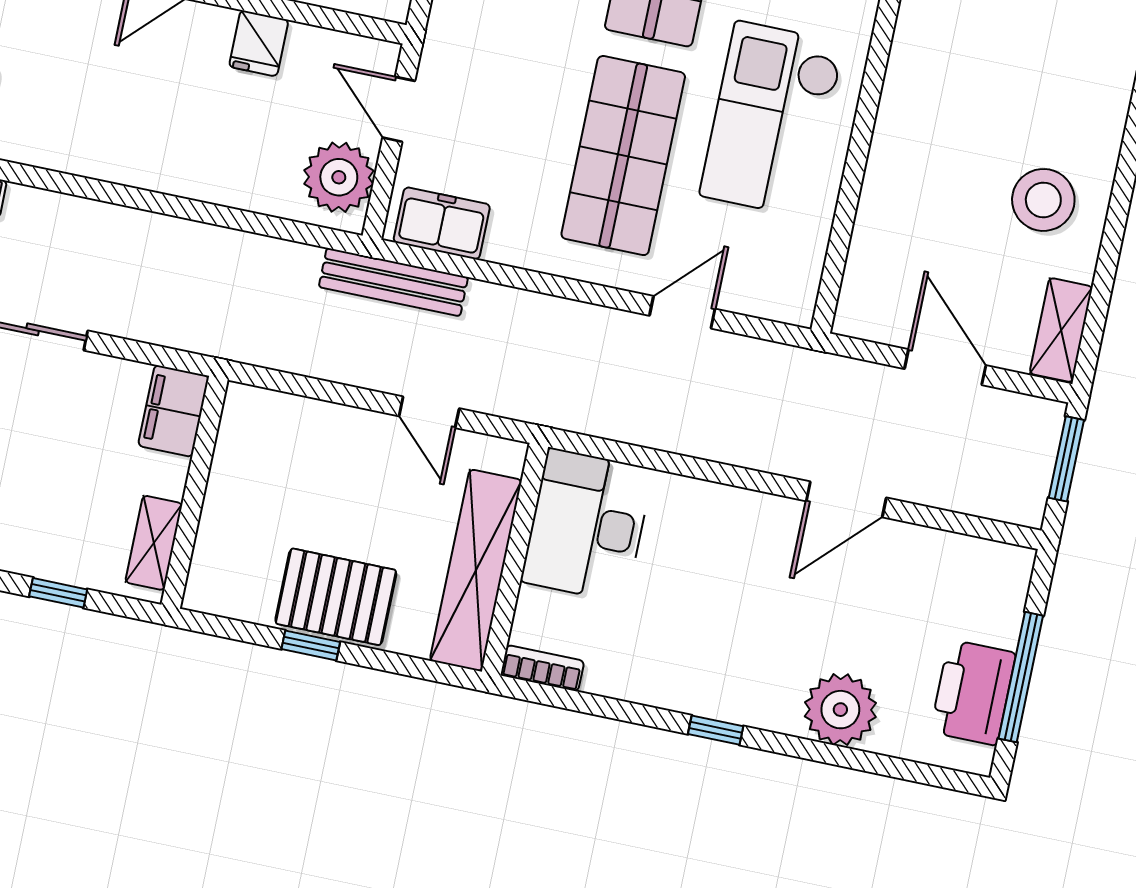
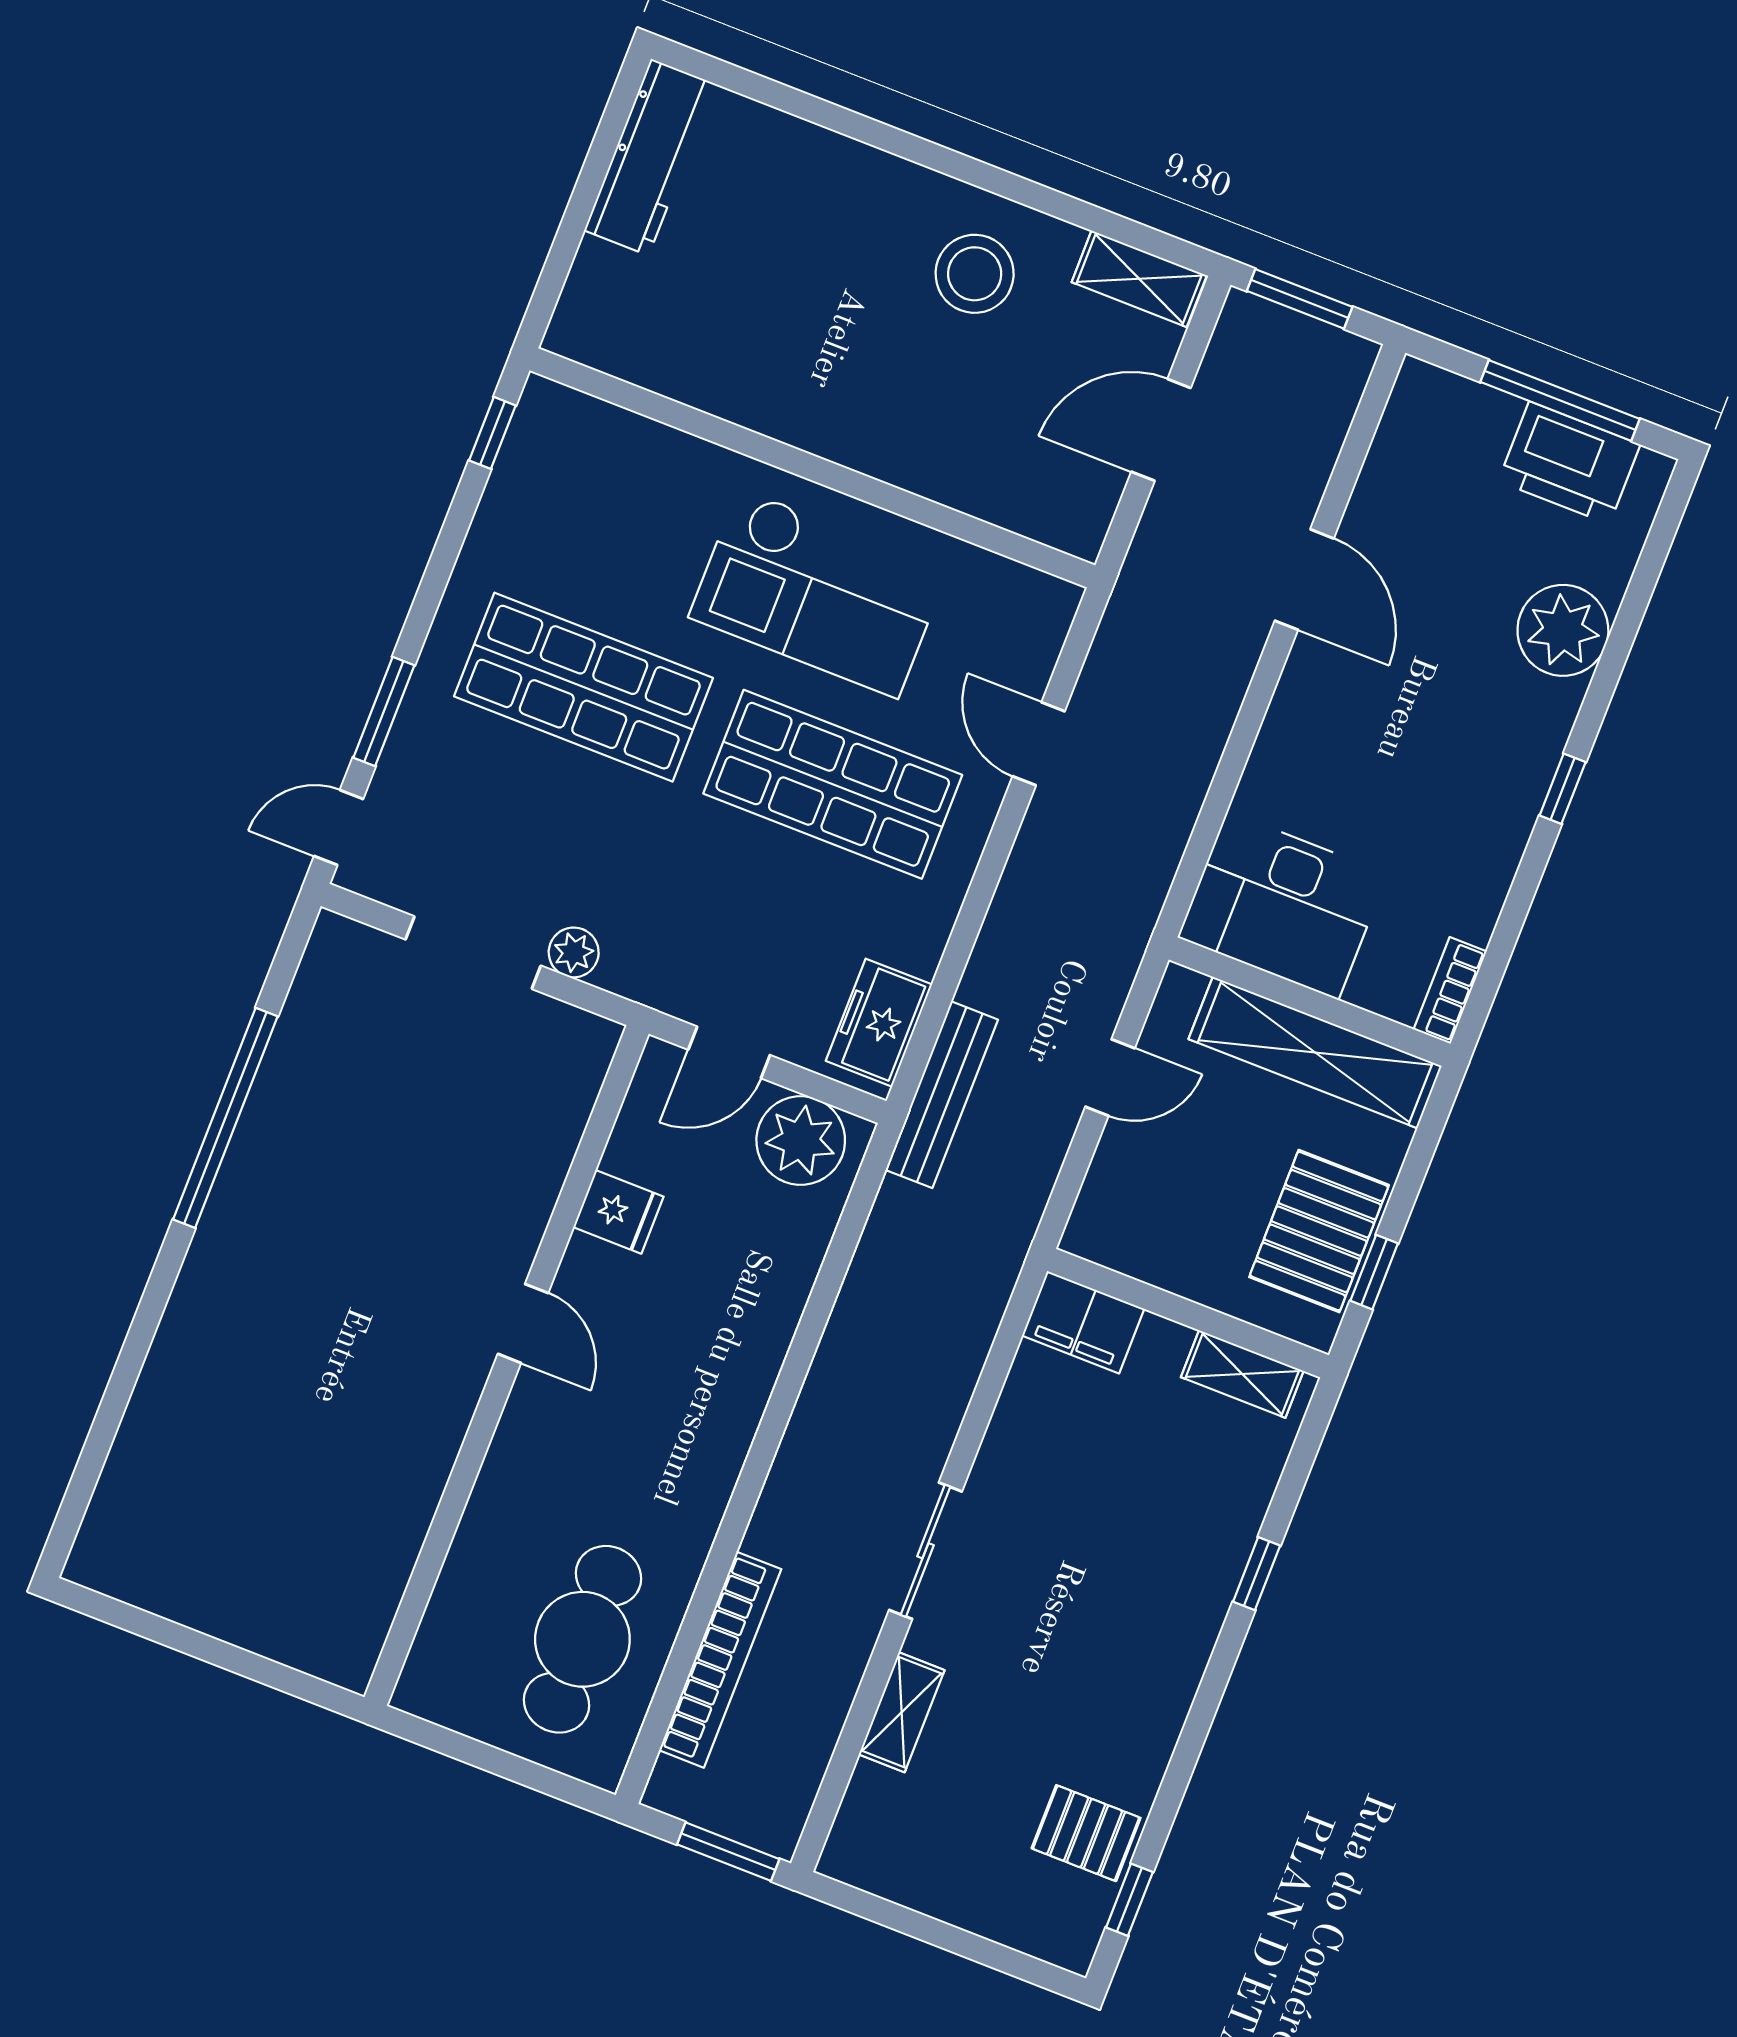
filing cabinet: (174, 411) -> (1083, 1322), moved
wall: (194, 492) -> (1188, 1313), moved
shelving: (154, 543) -> (1242, 1374), moved

